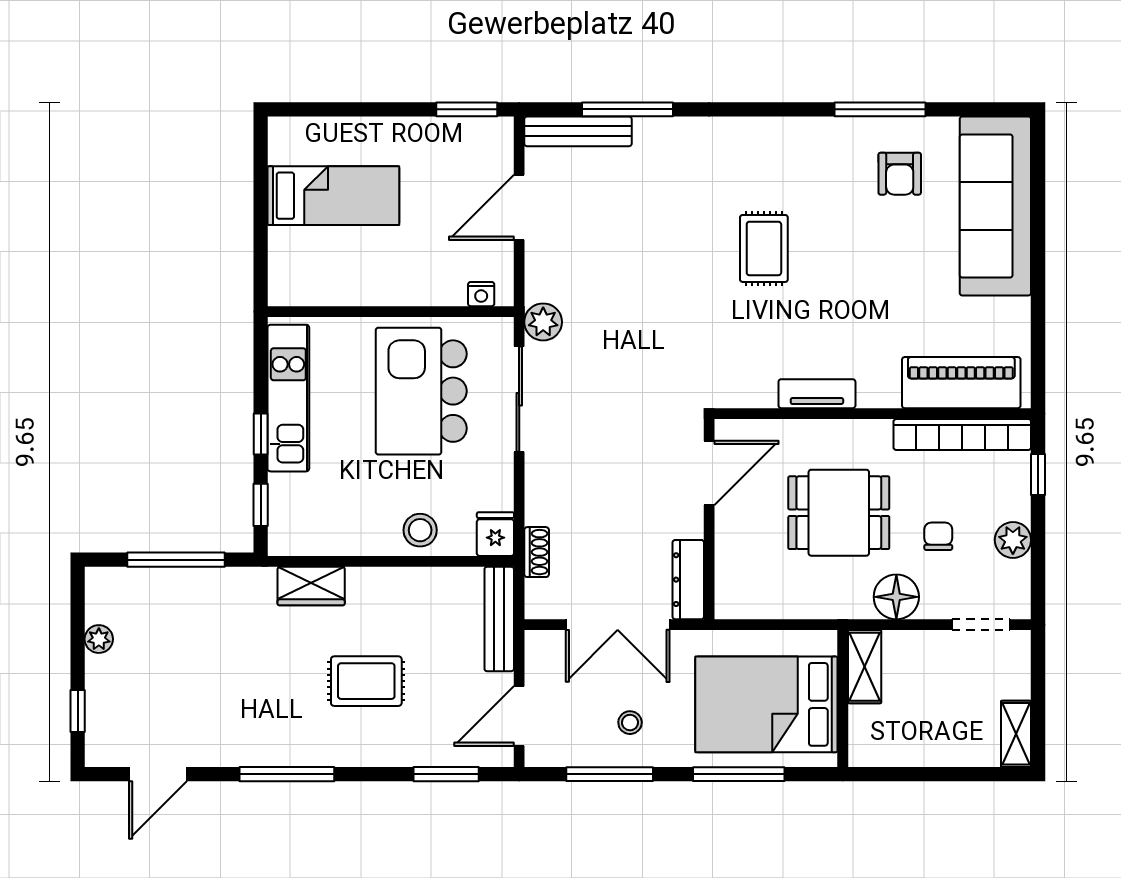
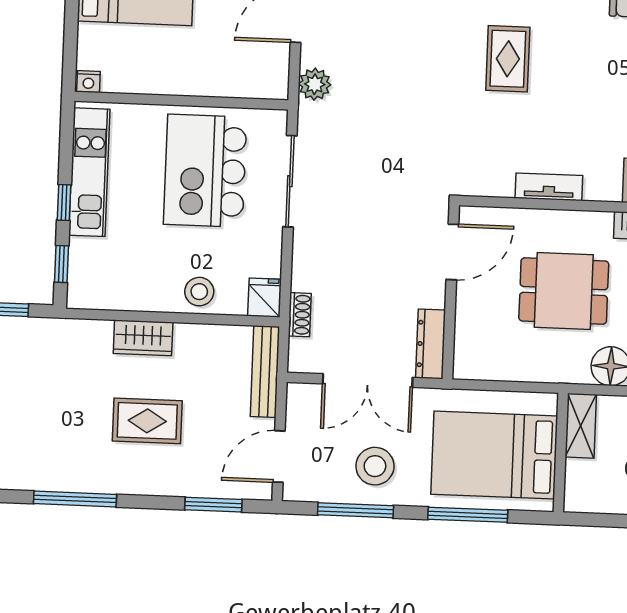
nightstand: (481, 294) -> (88, 82), moved
plant: (543, 322) -> (315, 84), moved
wardrobe: (311, 586) -> (143, 338), moved
stool: (630, 723) -> (375, 466), width x1.89, depth x1.89

